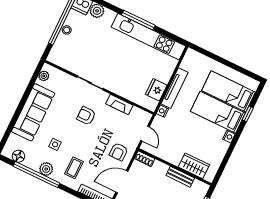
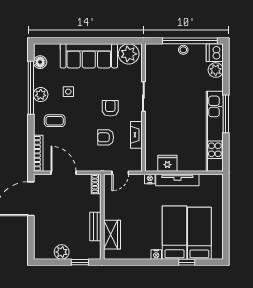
plant: (44, 76) -> (129, 54), width x1.87, depth x1.87
armchair: (119, 152) -> (106, 137), moved

